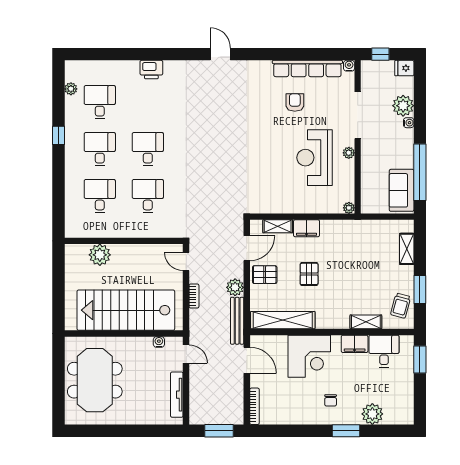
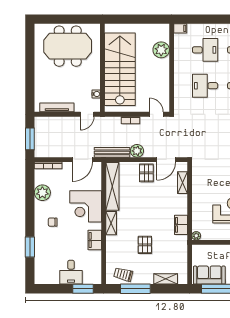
desk: (148, 196) -> (205, 86), turned 180
filing cabinet: (307, 228) -> (181, 225), moved
filing cabinet: (71, 229) -> (180, 28), added
door: (247, 248) -> (166, 160), hinge flipped
door: (186, 261) -> (156, 114), hinge flipped
pallet: (309, 274) -> (145, 245), moved, turned 90
window: (420, 289) -> (135, 289), width x1.44
shelving: (366, 322) -> (111, 223), moved
desk: (384, 351) -> (71, 272), moved, turned 90
plant: (372, 414) -> (42, 193), moved
window: (346, 431) -> (30, 247), moved

